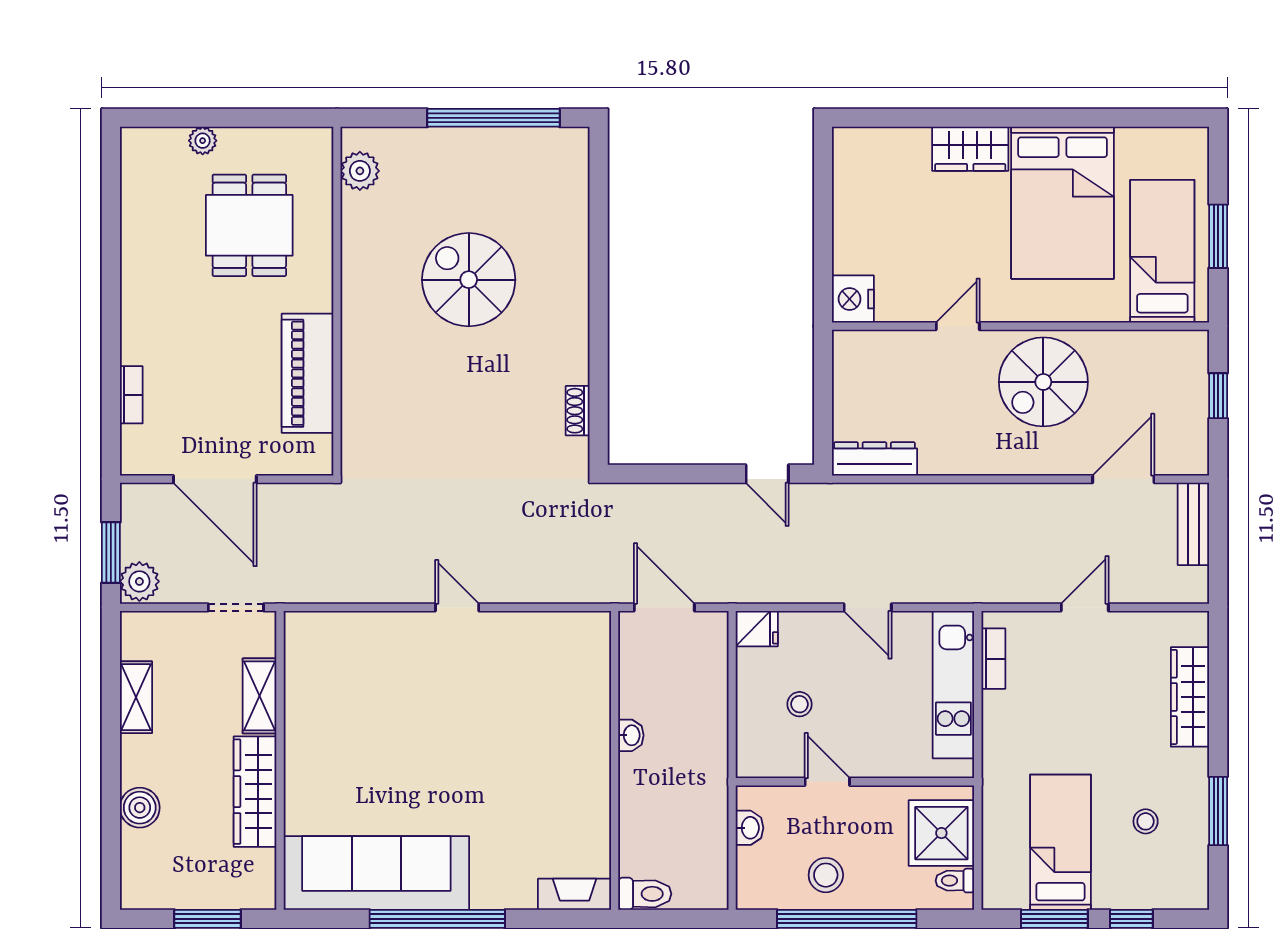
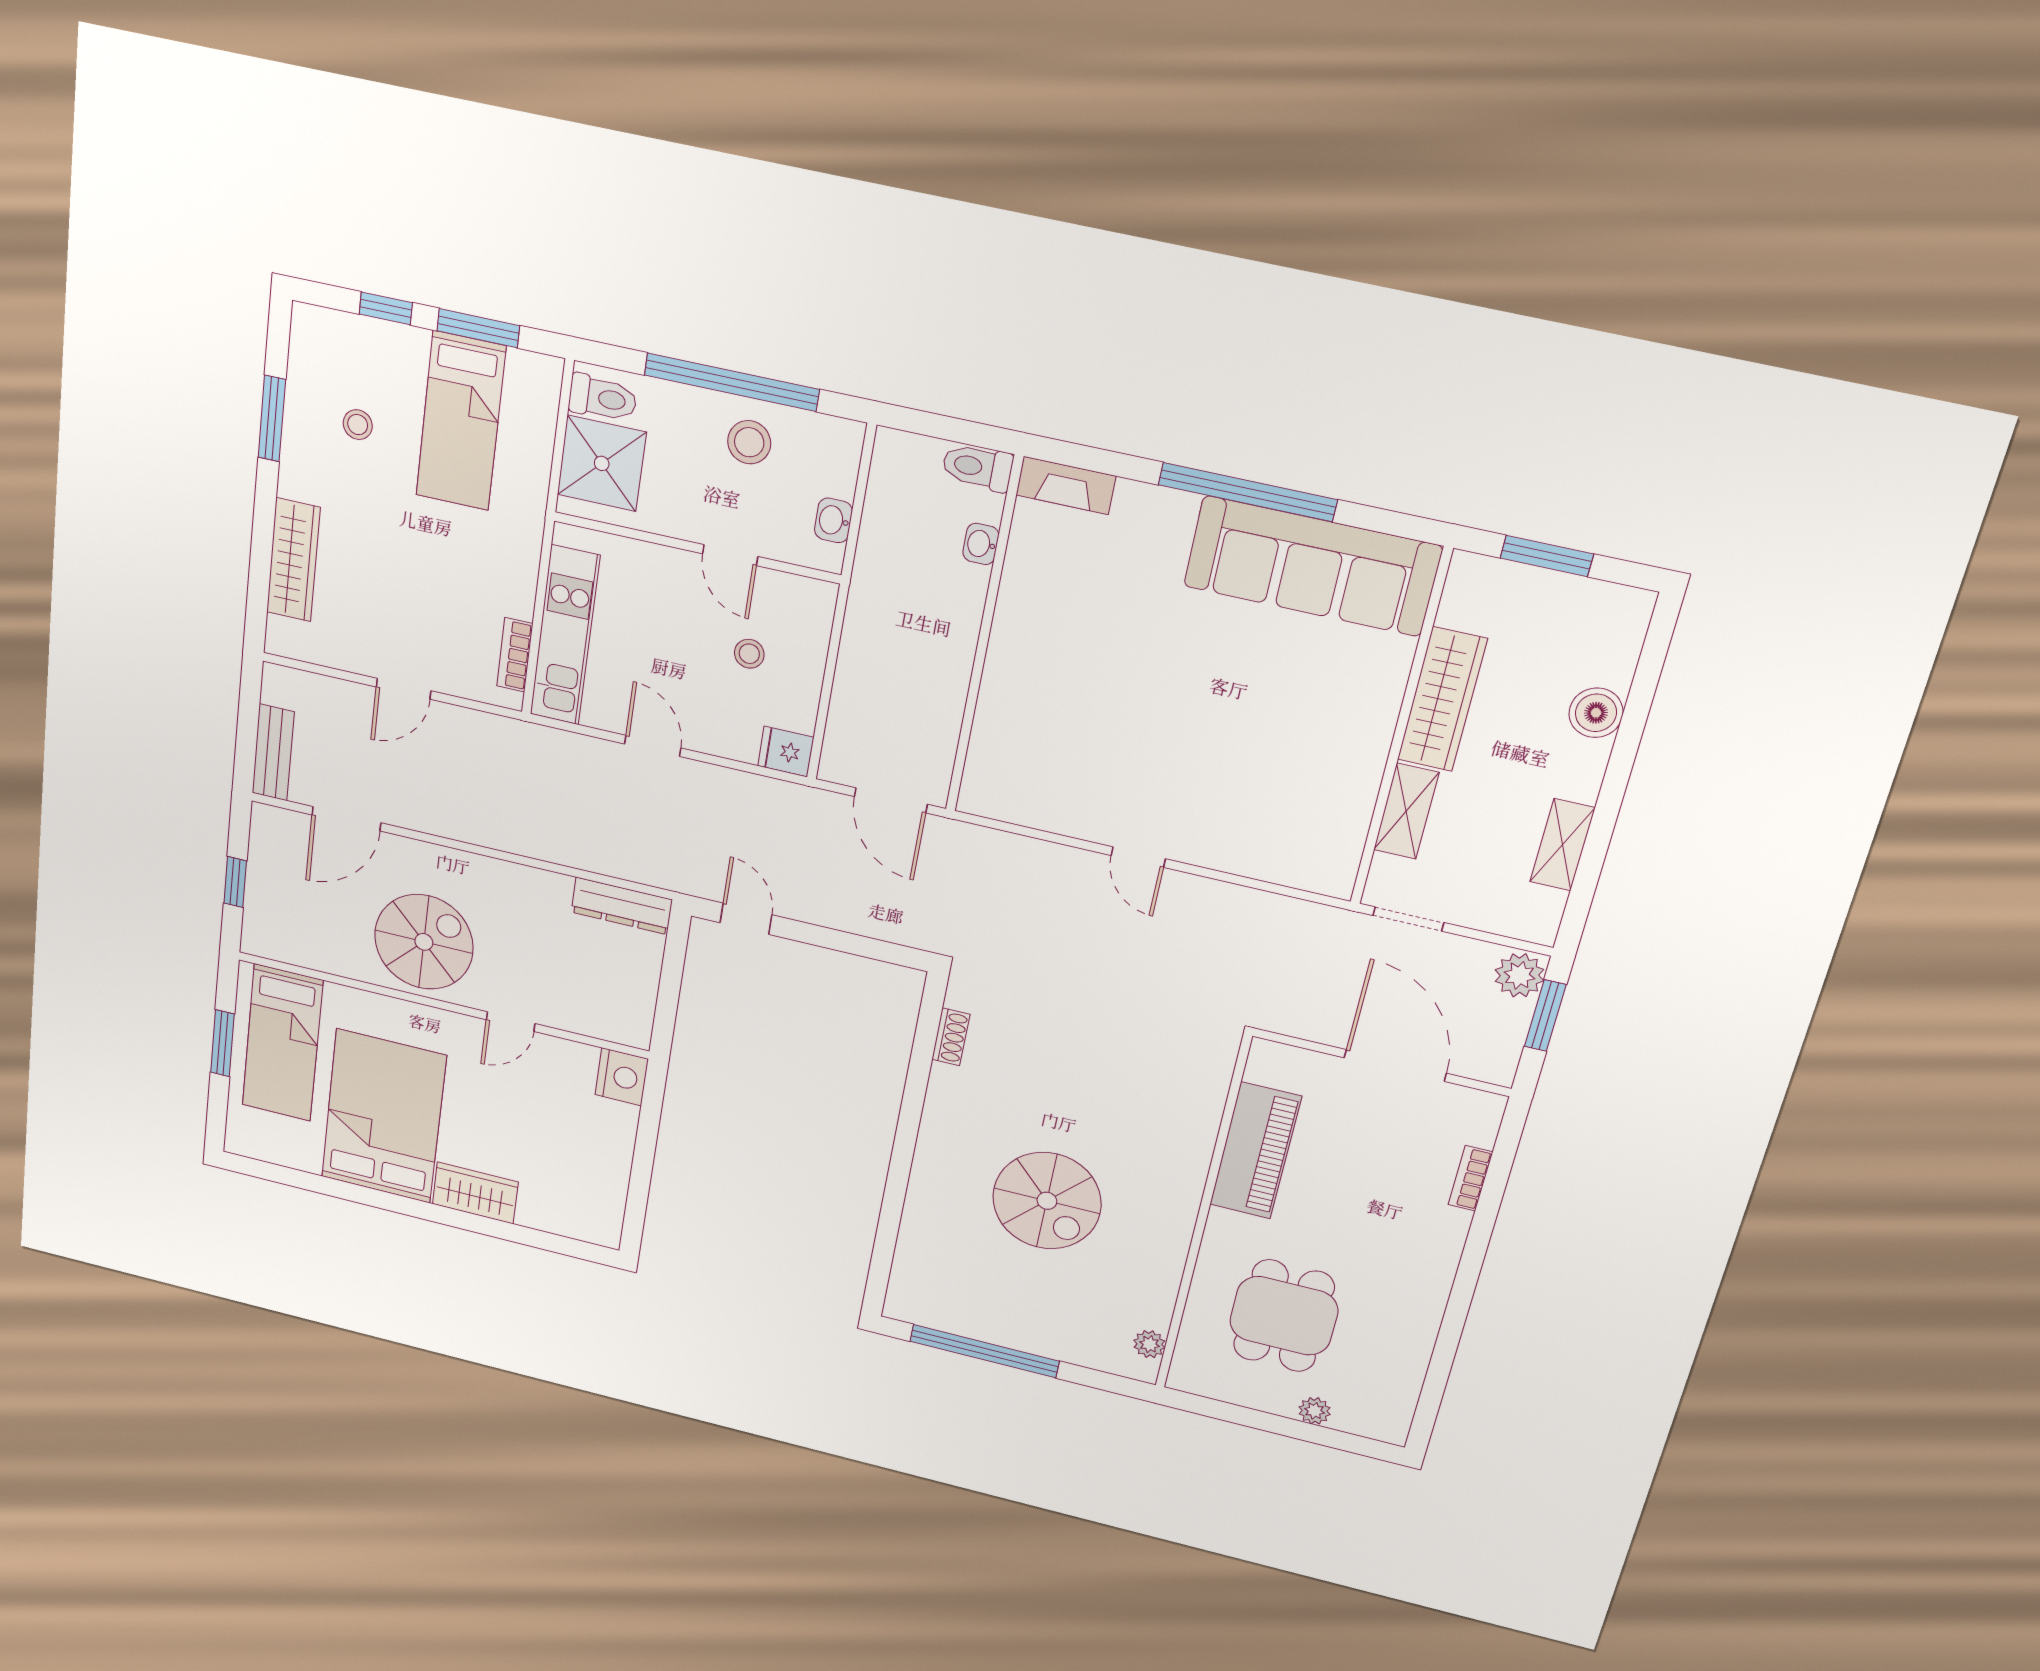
plant: (360, 171) -> (1149, 1344), width x0.73, depth x0.73
washbasin: (631, 735) -> (981, 544), moved
toilet: (955, 881) -> (603, 398), width x1.37, depth x1.39

